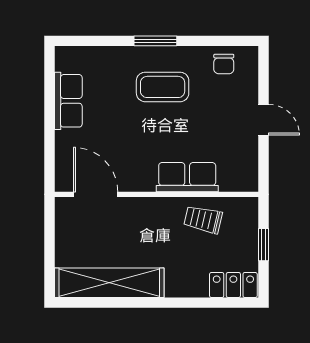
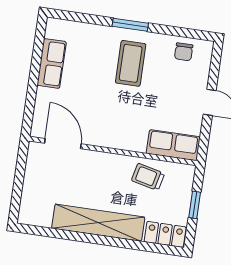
coffee table: (163, 87) -> (131, 63), turned 90
row of seats: (187, 177) -> (173, 145), moved
shelving: (109, 283) -> (98, 223), moved

